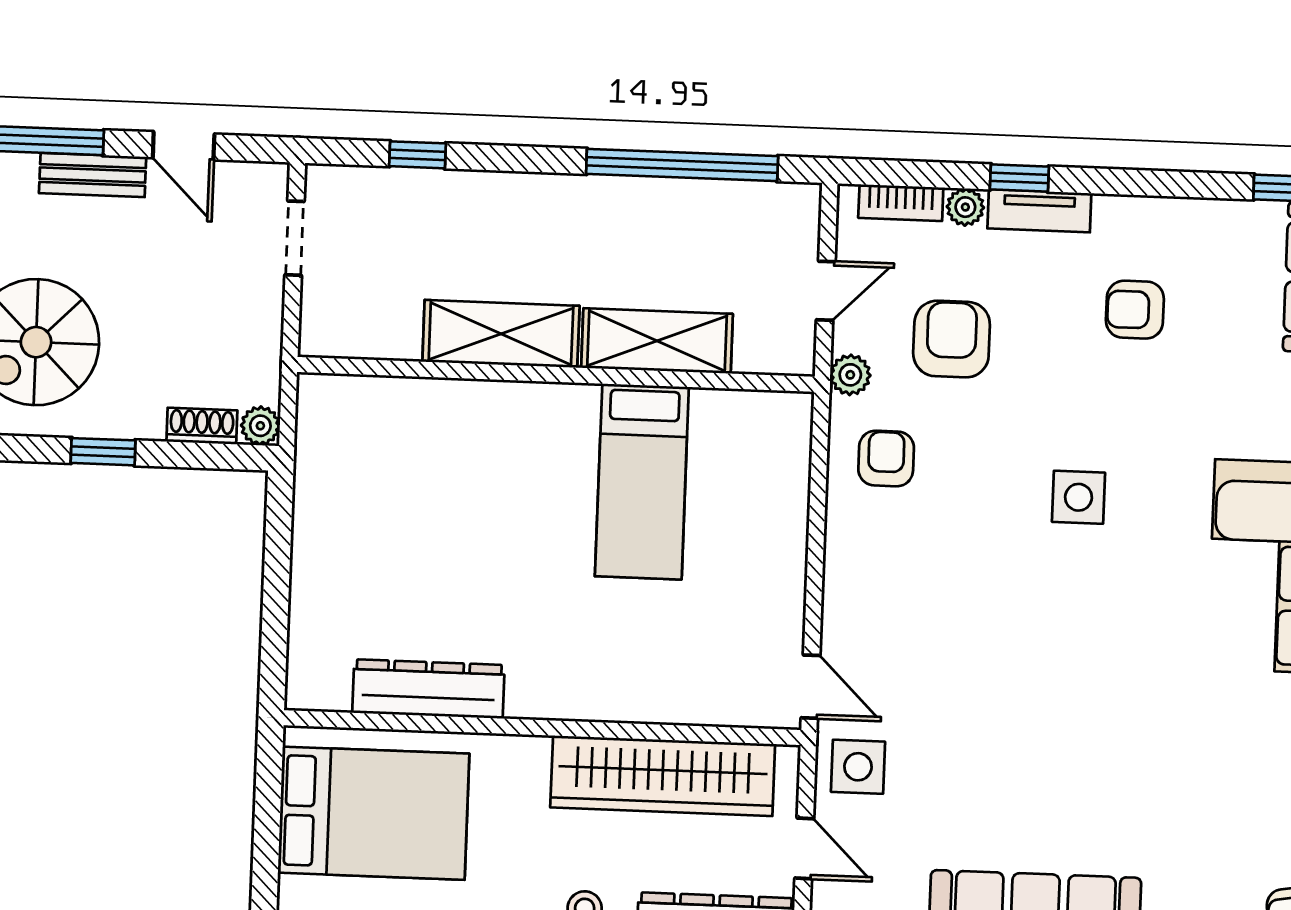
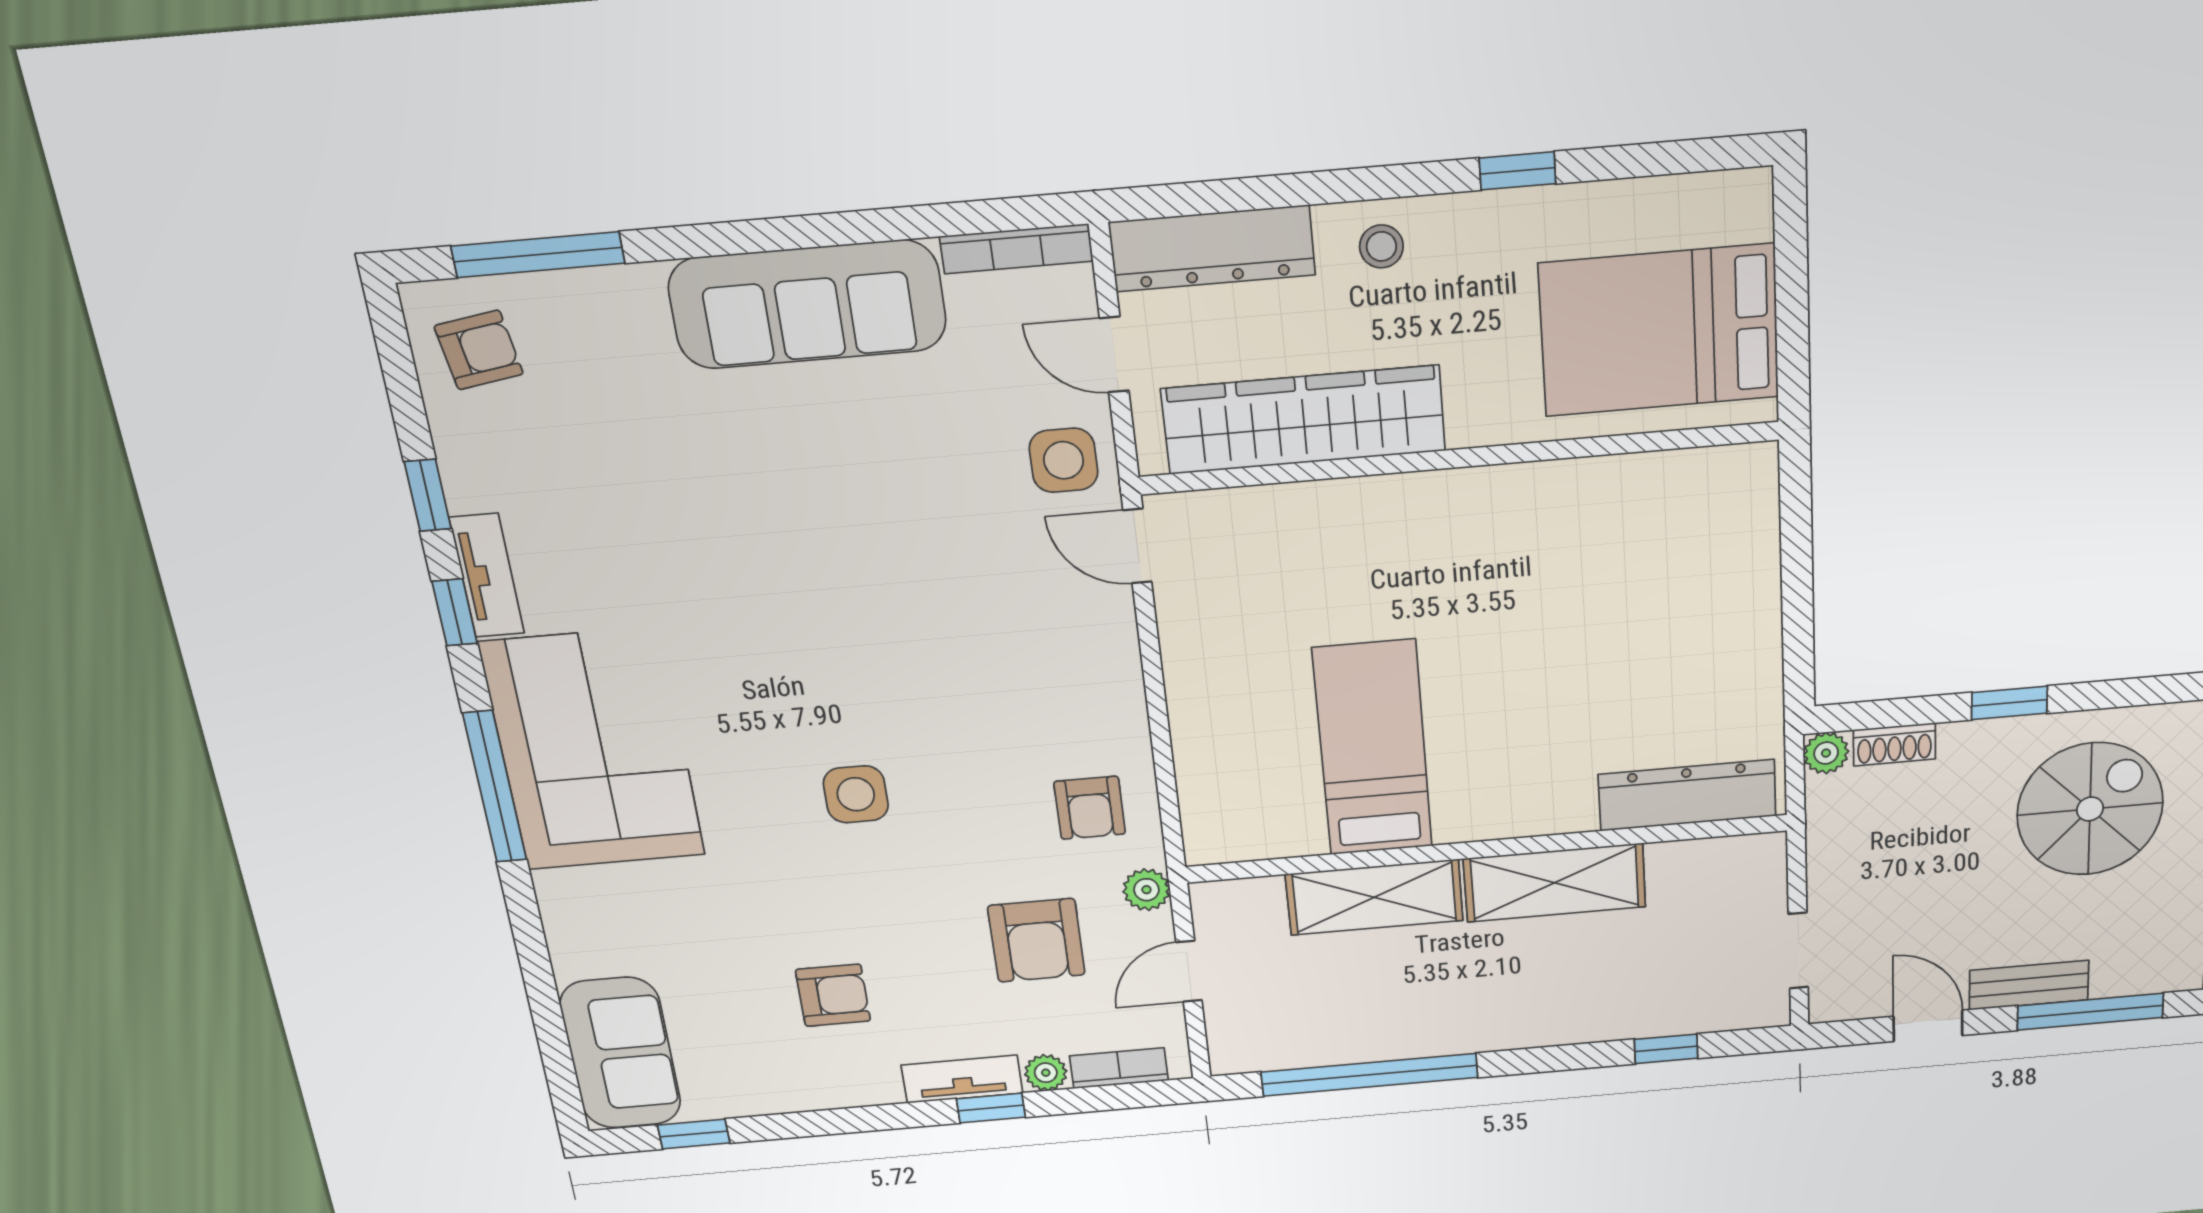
dresser: (428, 689) -> (1687, 795), moved, turned 180

